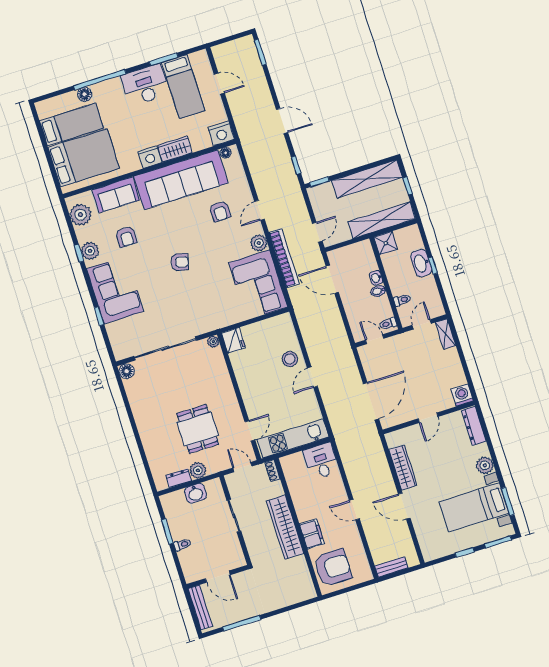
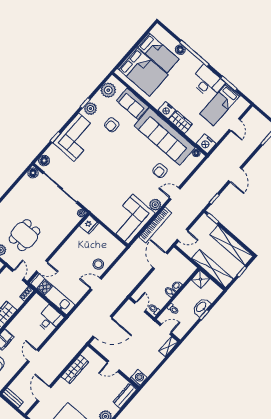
armchair: (180, 262) -> (116, 165), removed
floor lamp: (120, 348) -> (44, 161), added
door: (404, 506) -> (44, 394), moved

